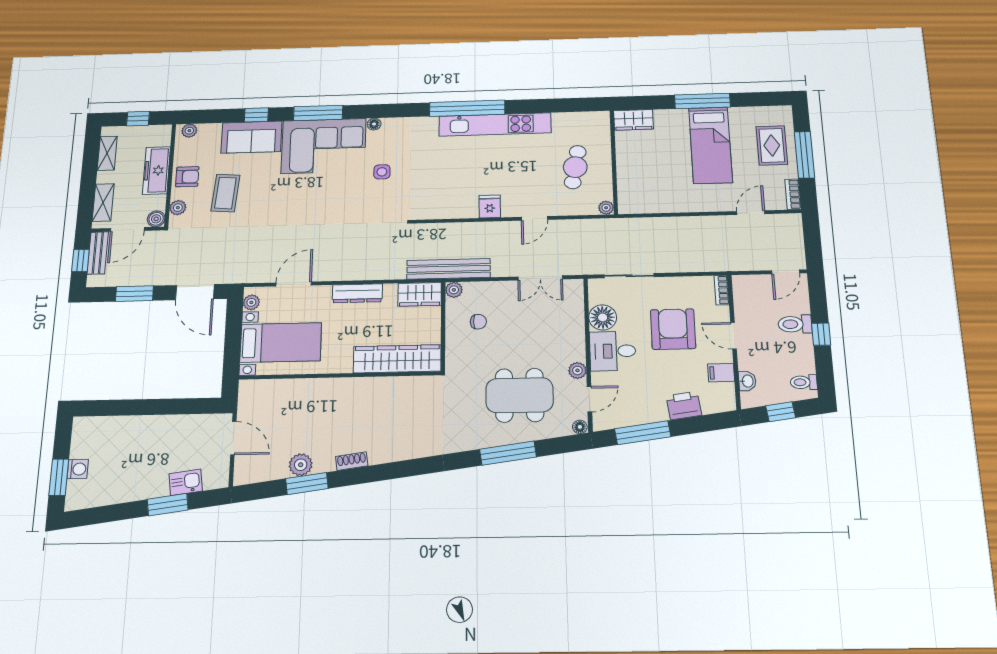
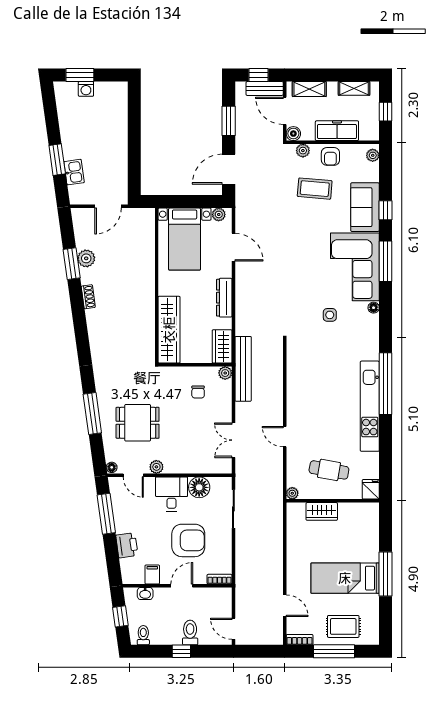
wardrobe: (634, 120) -> (322, 511), moved, turned -90
fridge: (490, 206) -> (371, 489), moved, turned -90
dining table: (519, 395) -> (138, 423), width x0.73

